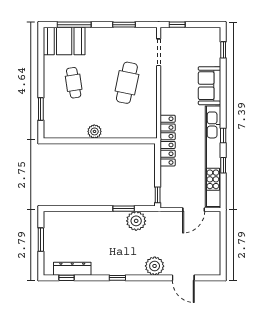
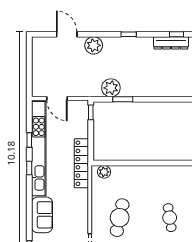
plant: (94, 131) -> (104, 172), moved
door: (194, 210) -> (57, 98), swing flipped

